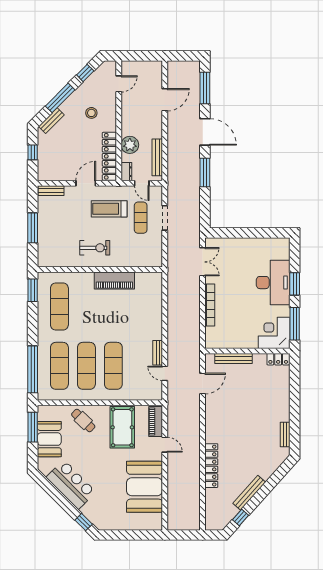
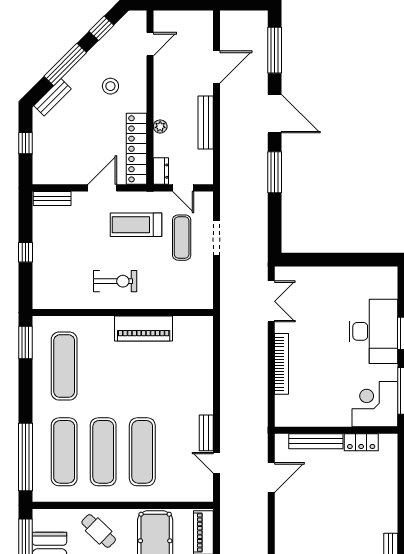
plant: (130, 145) -> (160, 126), width x0.53, depth x0.53
bench: (157, 157) -> (206, 123), moved
window: (33, 228) -> (25, 252), width x0.46
locker: (278, 359) -> (361, 442), moved

